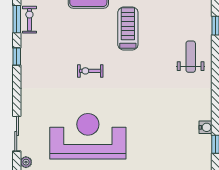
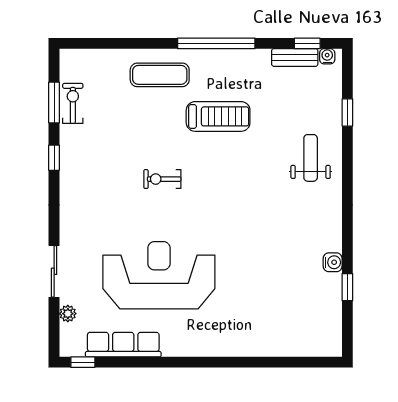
treadmill: (128, 28) -> (218, 116), turned 90

